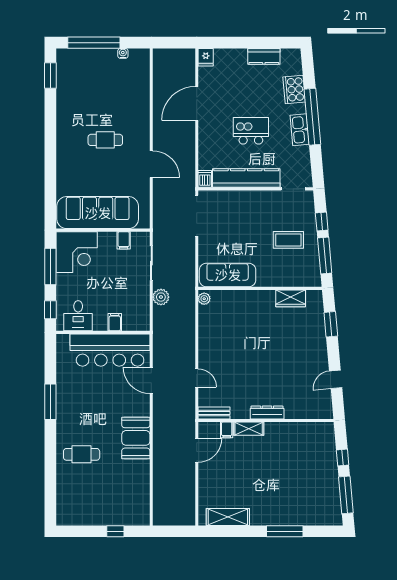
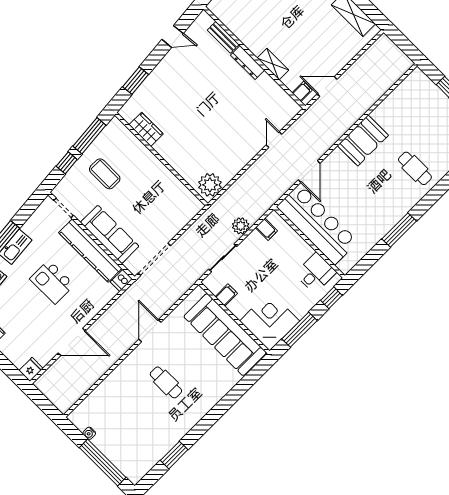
window: (50, 75) -> (174, 455), moved
sofa: (228, 275) -> (110, 234), moved, turned 180
plant: (204, 299) -> (210, 185), width x1.88, depth x1.88
filing cabinet: (115, 322) -> (266, 229), moved, turned -90
bench: (214, 413) -> (223, 37), moved
filing cabinet: (227, 430) -> (302, 91), moved

